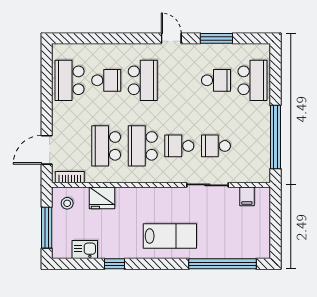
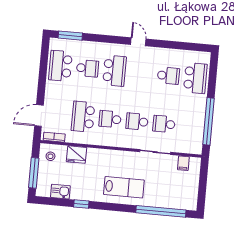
window: (216, 38) -> (70, 36), moved
school desk: (143, 146) -> (110, 119), width x0.54

